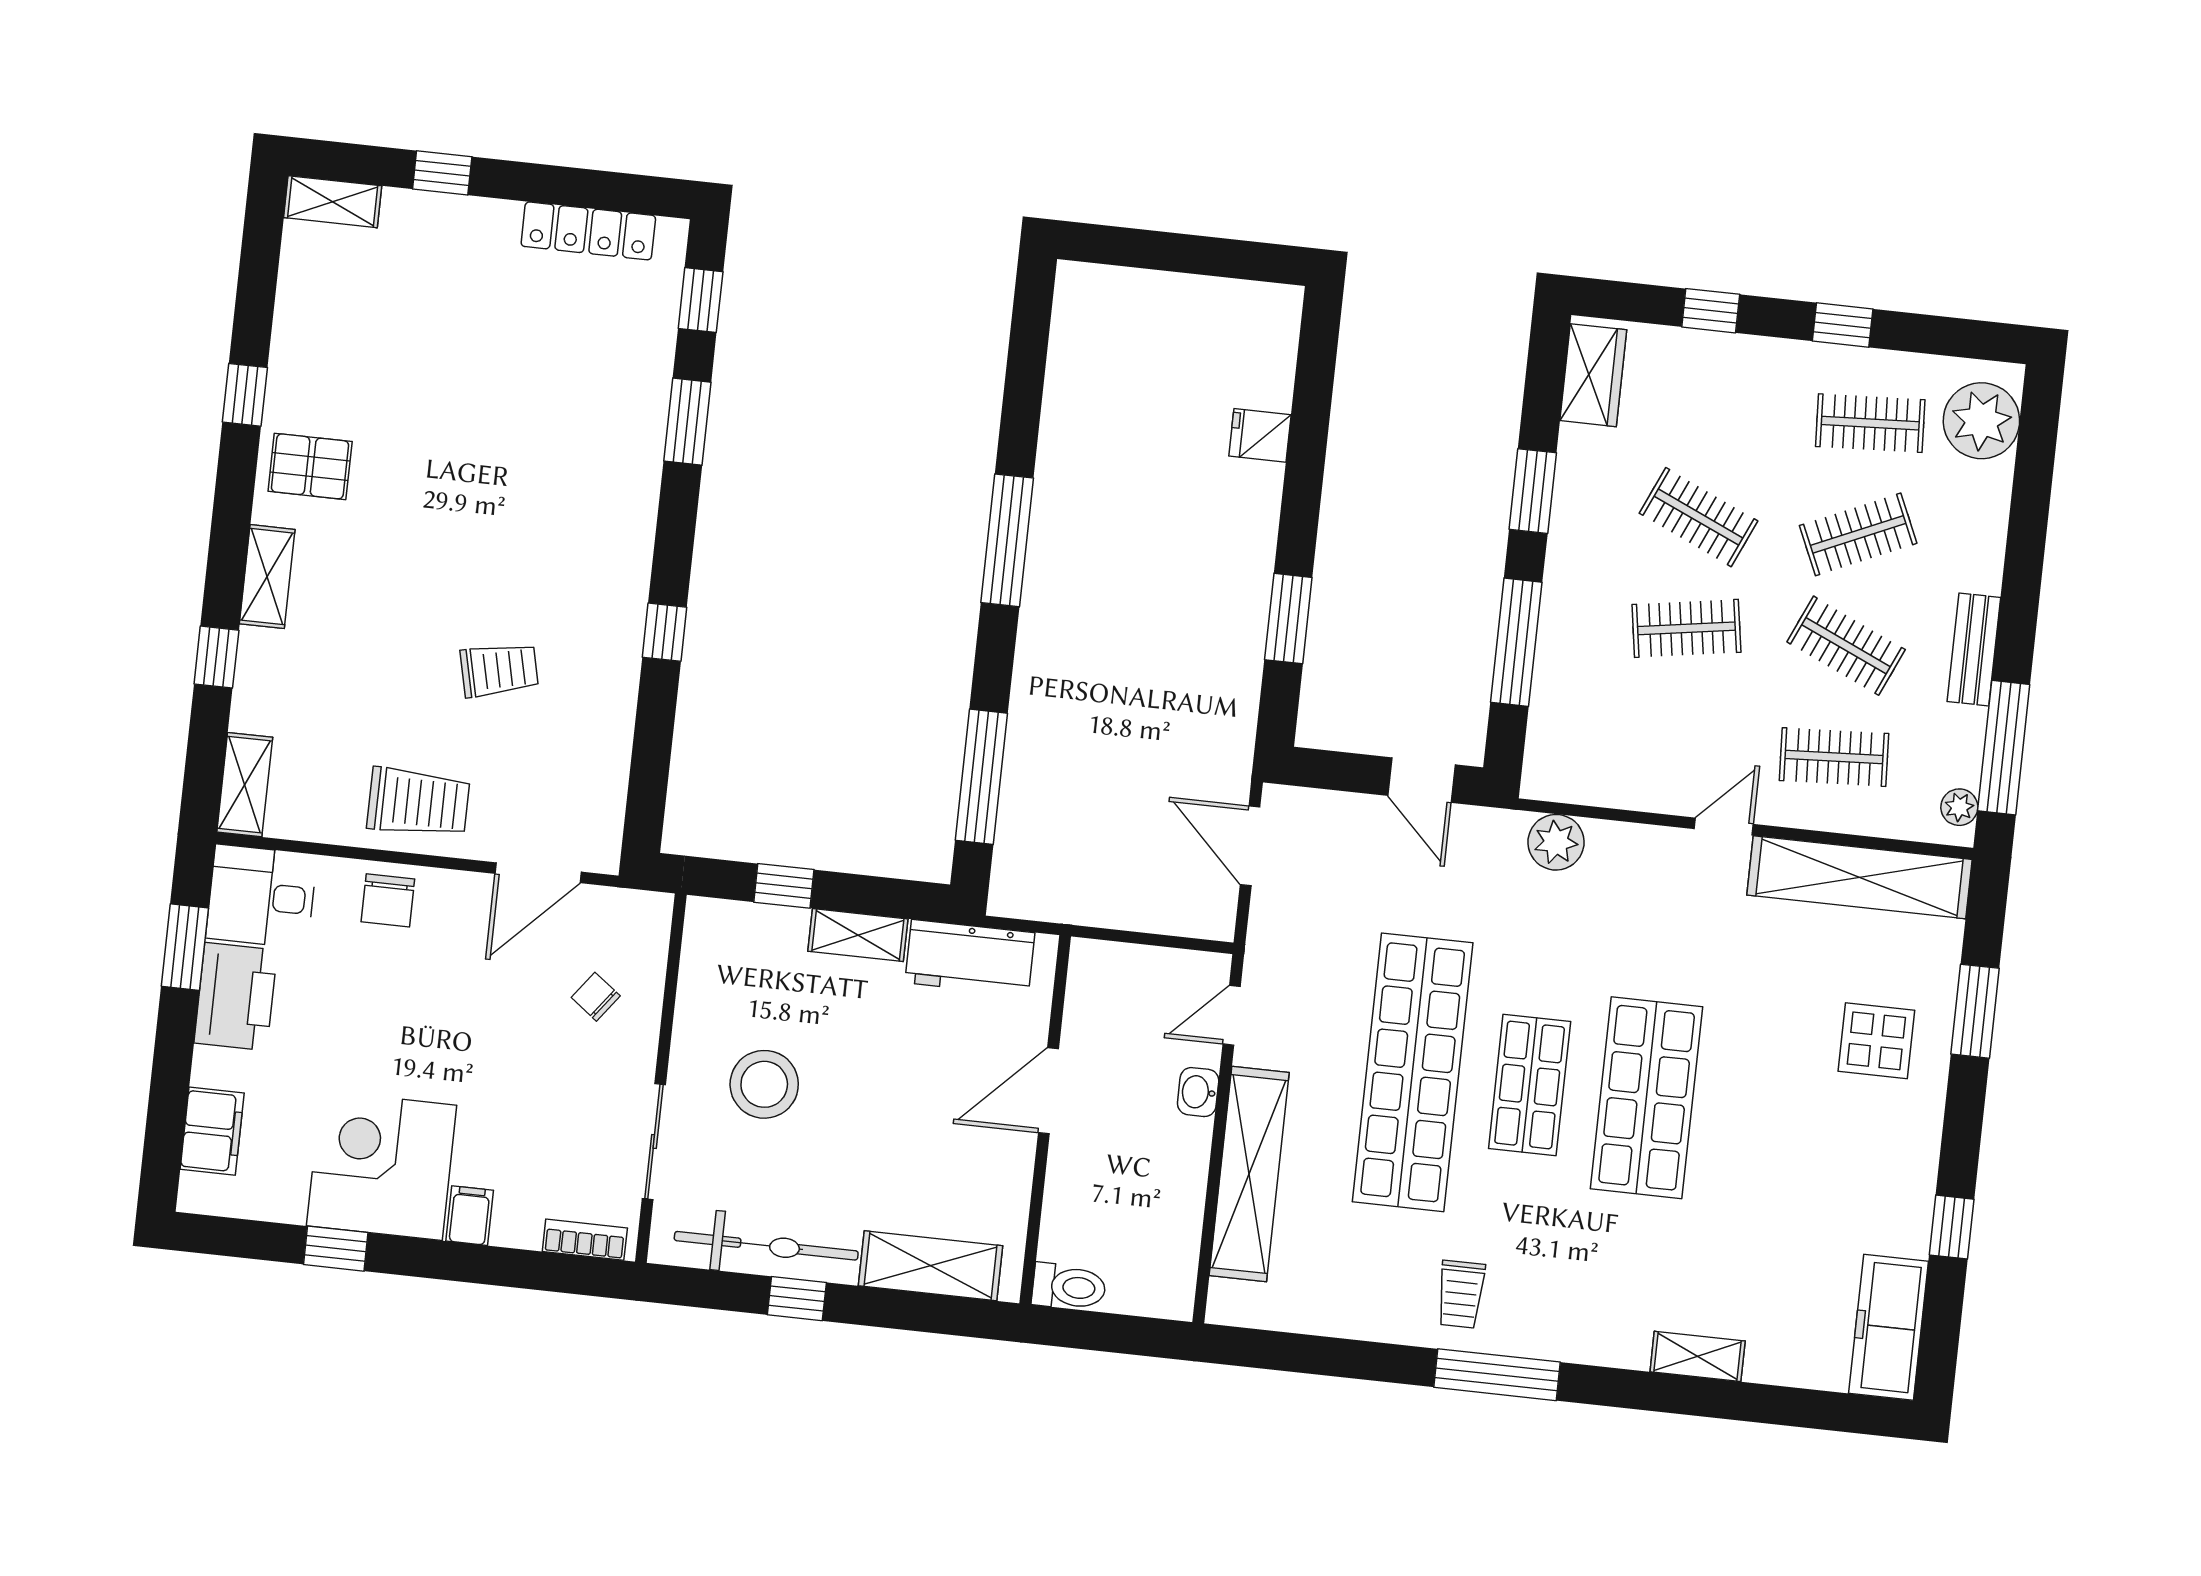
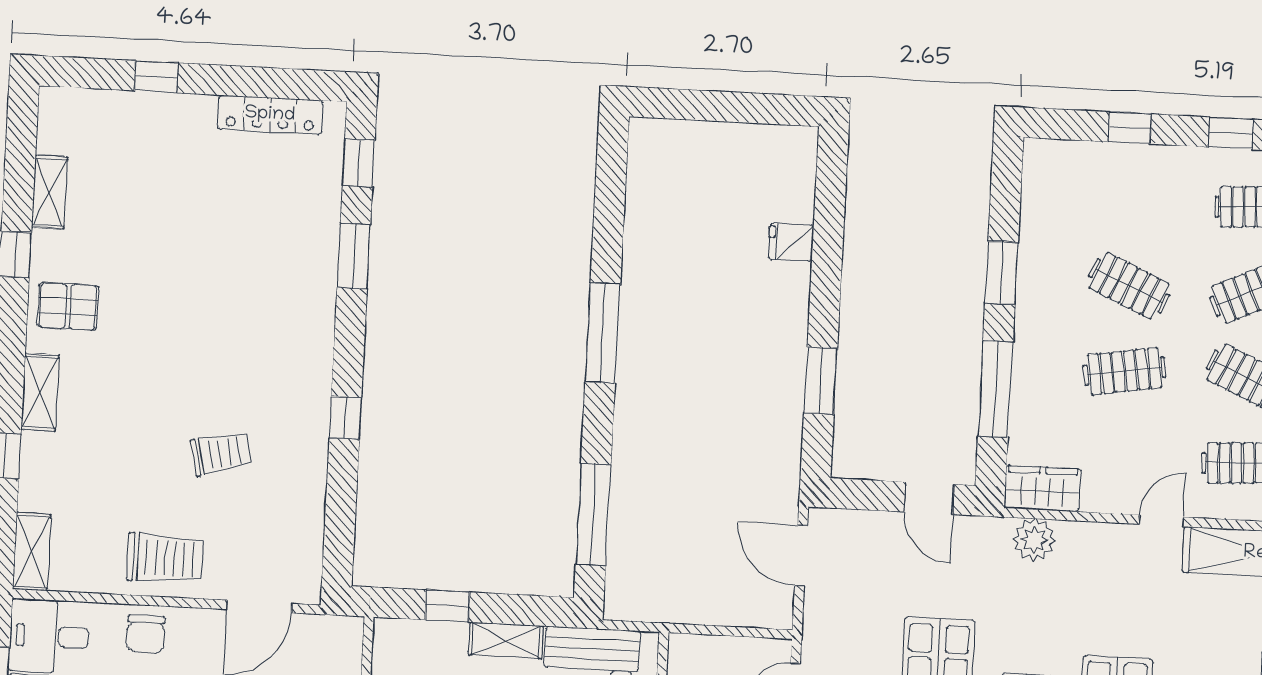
shelving: (333, 202) -> (49, 192), moved, turned 90
wardrobe: (1593, 375) -> (1042, 488), moved, turned -90

